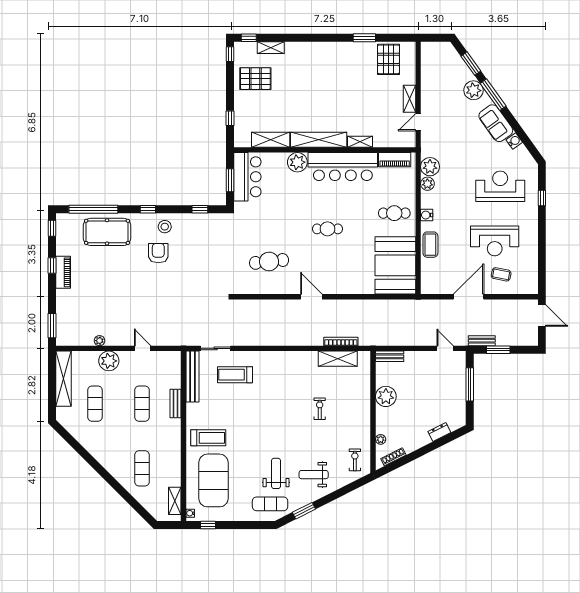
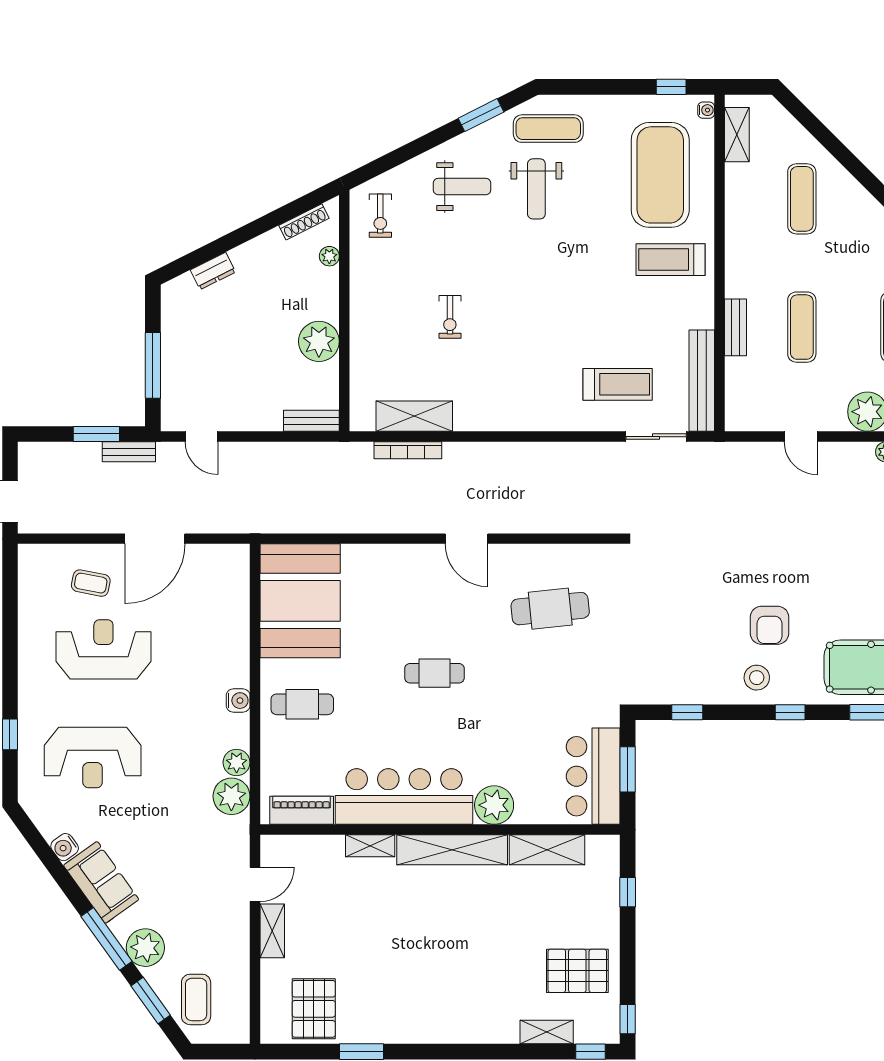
coffee table: (430, 245) -> (196, 999), moved

